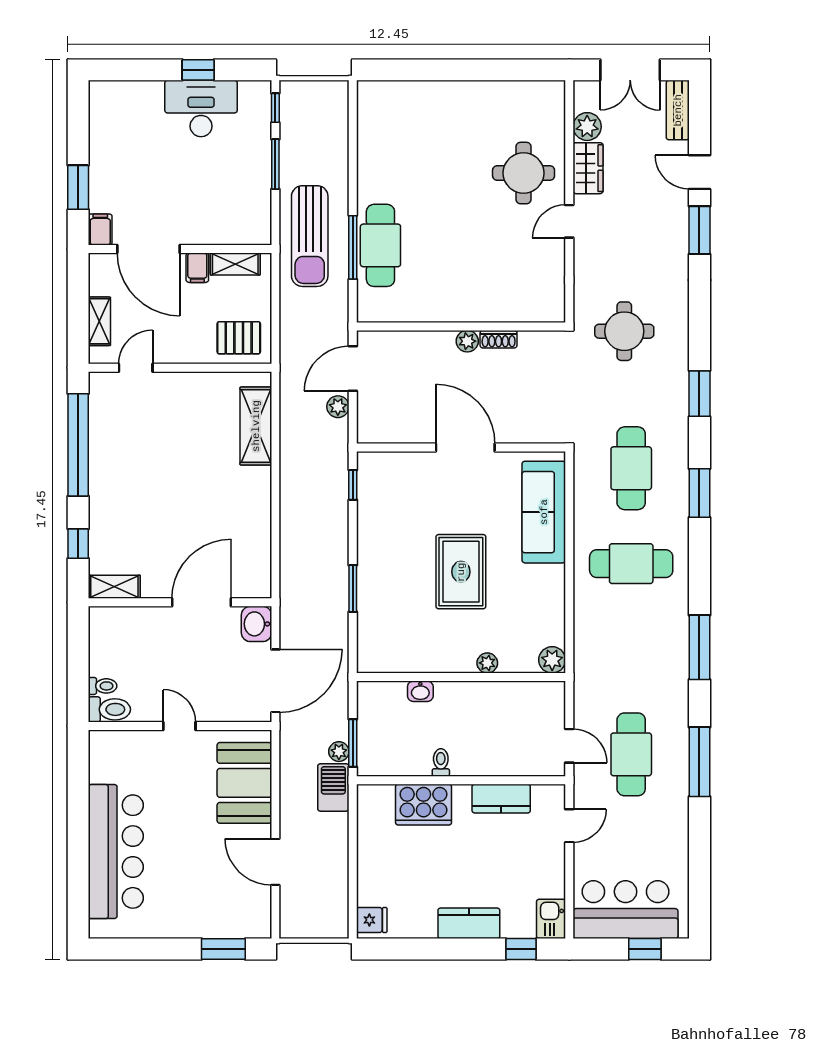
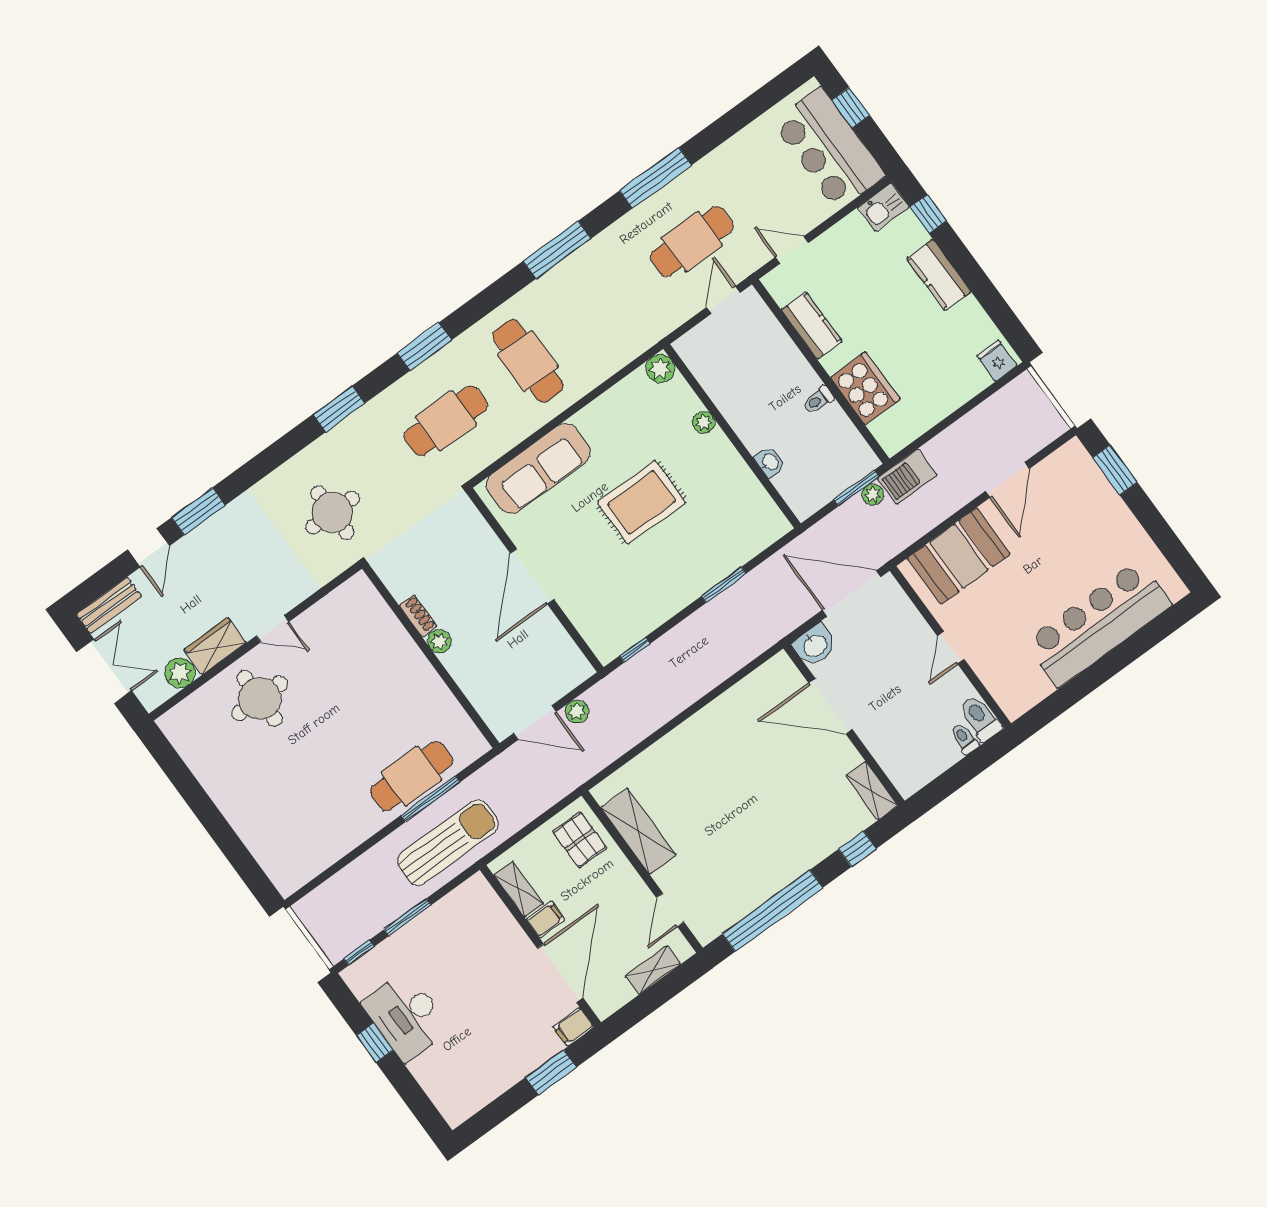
door: (136, 368) -> (670, 910), hinge flipped
shelving: (256, 426) -> (638, 831), moved, turned 90

